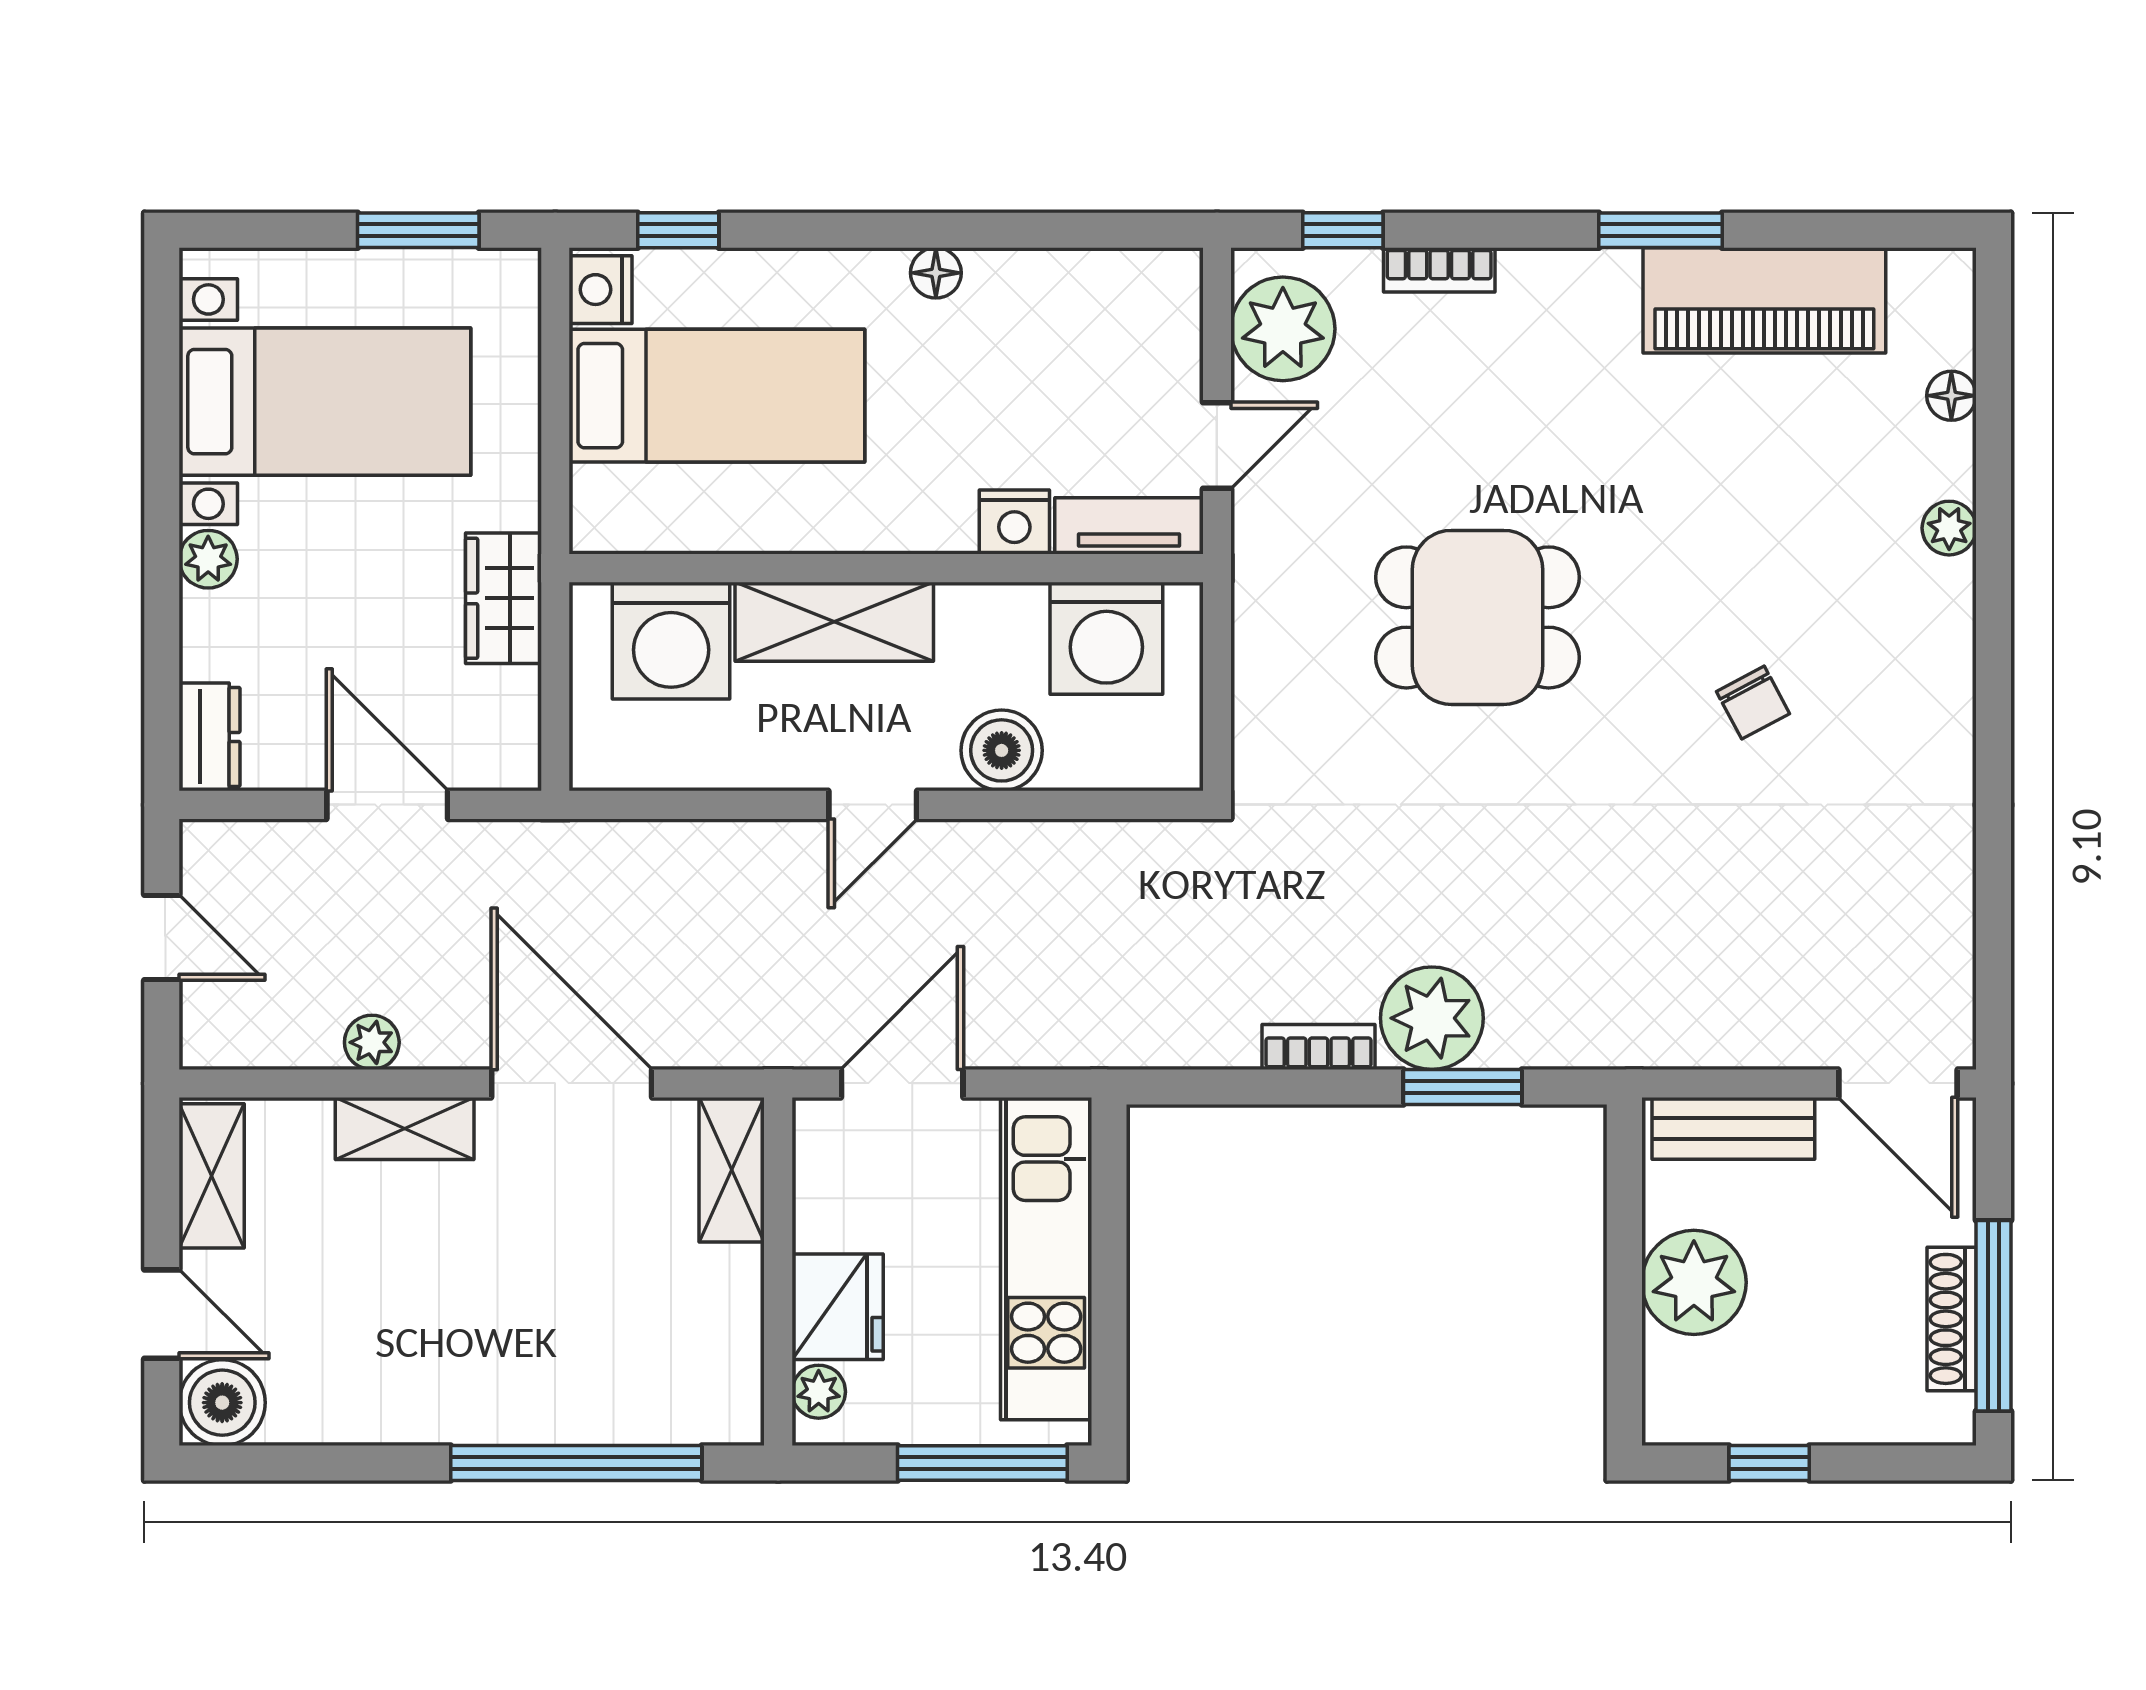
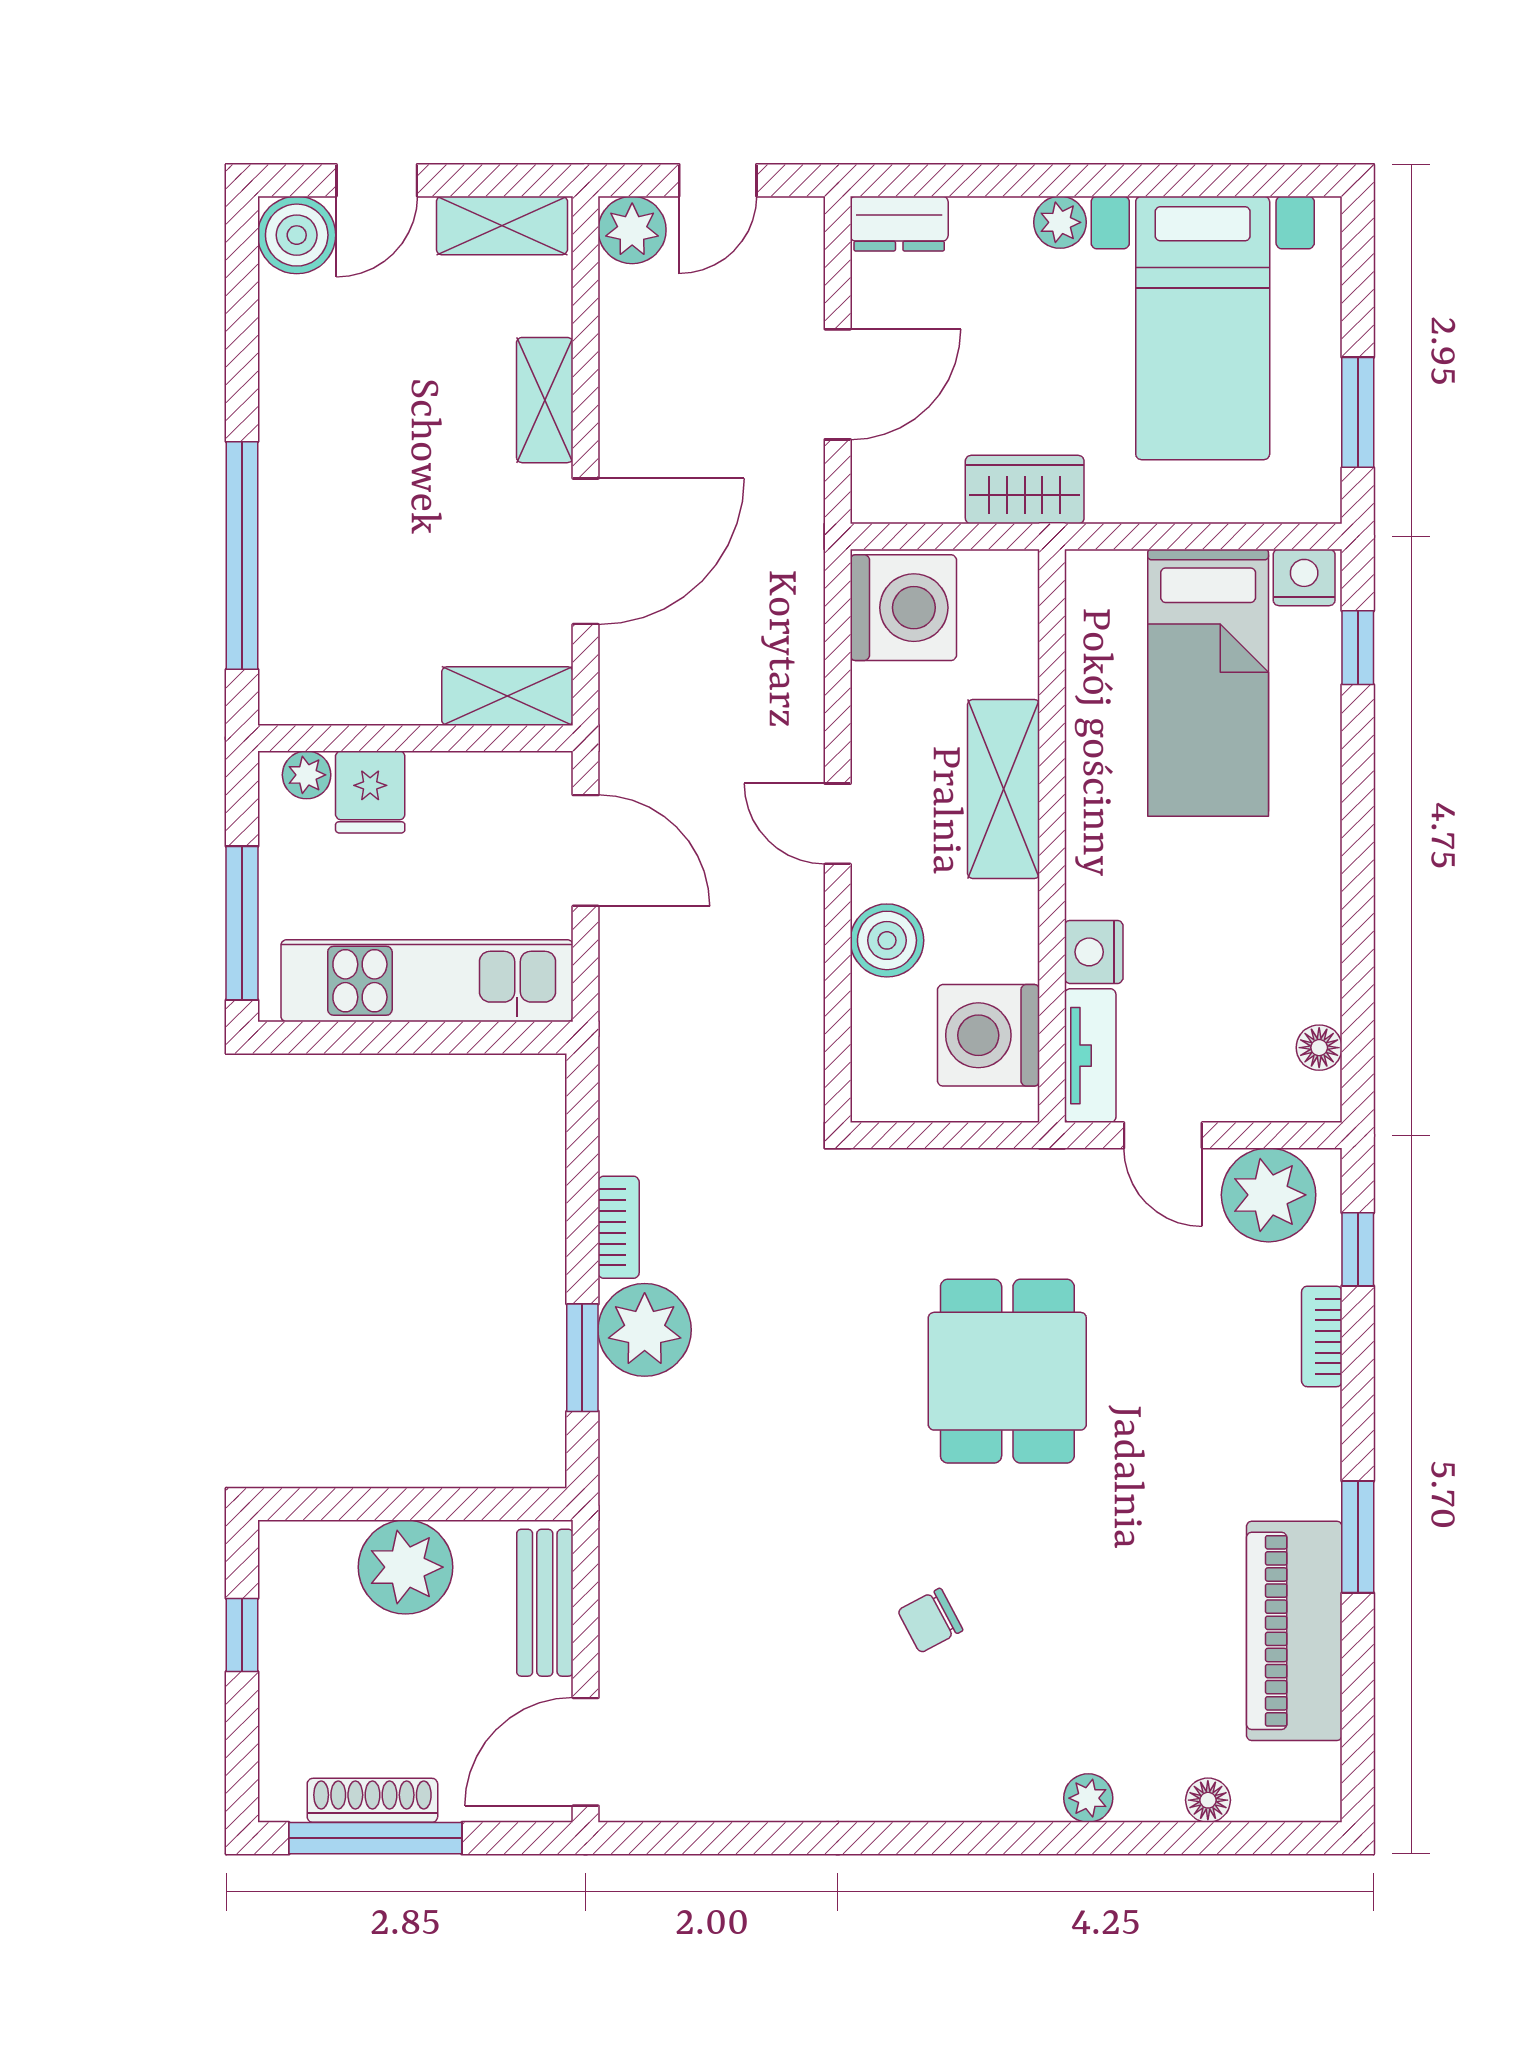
floor lamp: (936, 273) -> (1319, 1048), moved
washing machine: (671, 641) -> (903, 608), moved, turned 180
plant: (372, 1042) -> (632, 230), moved, width x1.38, depth x1.38
fridge: (838, 1307) -> (370, 792), width x0.72

